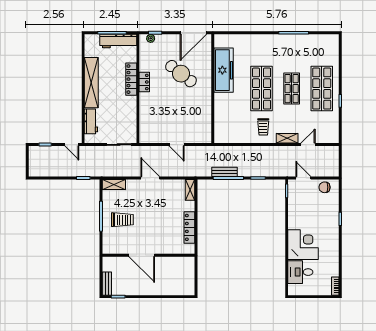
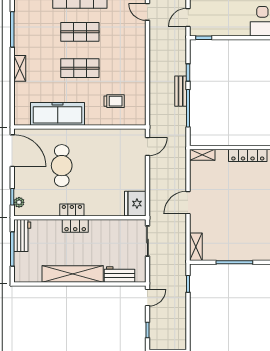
workbench: (118, 41) -> (22, 236), width x0.73
cafe table: (181, 74) -> (62, 166), turned -38
locker: (131, 79) -> (75, 226), width x0.66
shop shelf: (262, 89) -> (80, 68), width x0.70, depth x0.74
trolley: (263, 127) -> (114, 101), moved
fridge: (150, 134) -> (135, 204), added
shelving: (287, 138) -> (20, 68), moved
door: (177, 145) -> (147, 146), moved
bench: (224, 172) -> (181, 91), moved
trolley: (122, 220) -> (238, 237), removed

